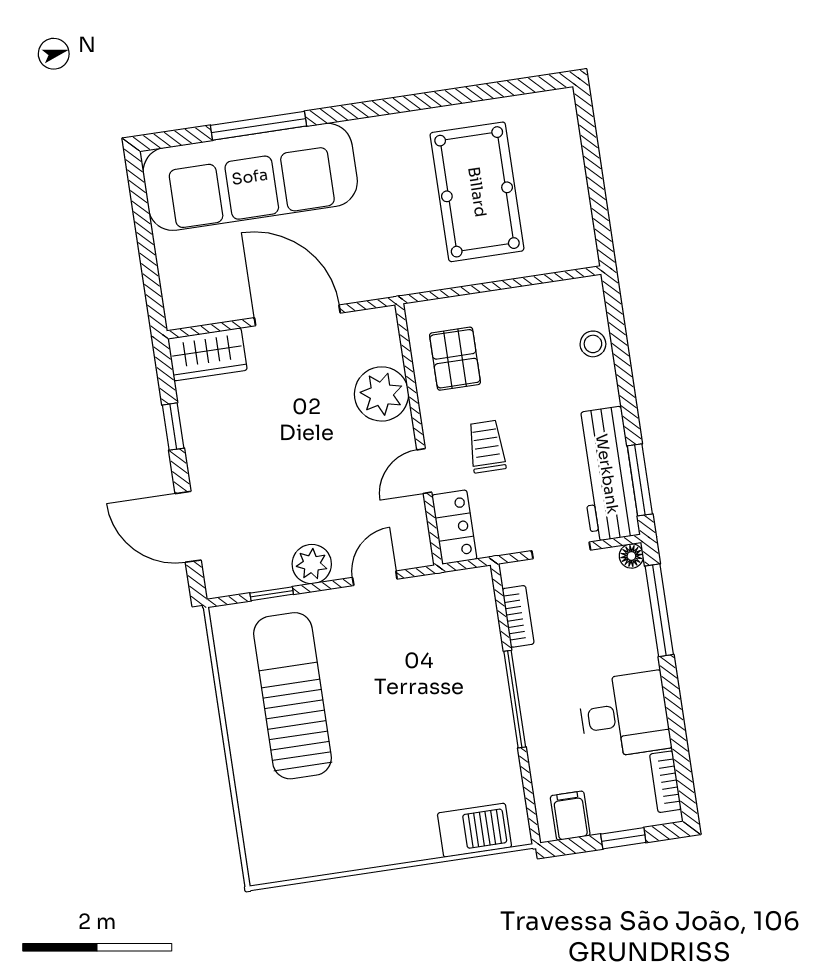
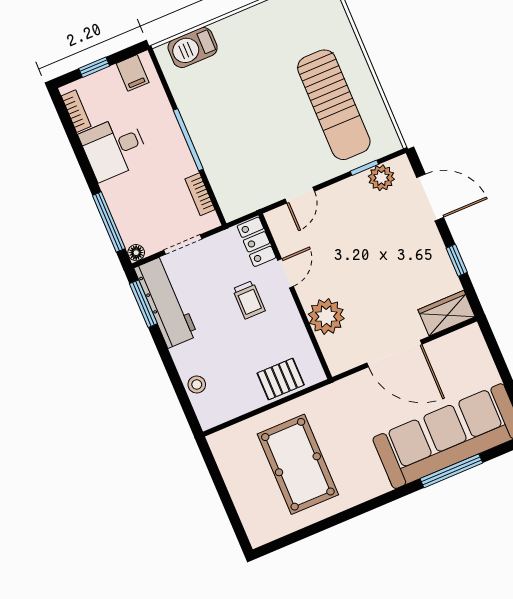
pallet: (455, 359) -> (281, 379), moved, turned 90
plant: (312, 564) -> (381, 178), moved

